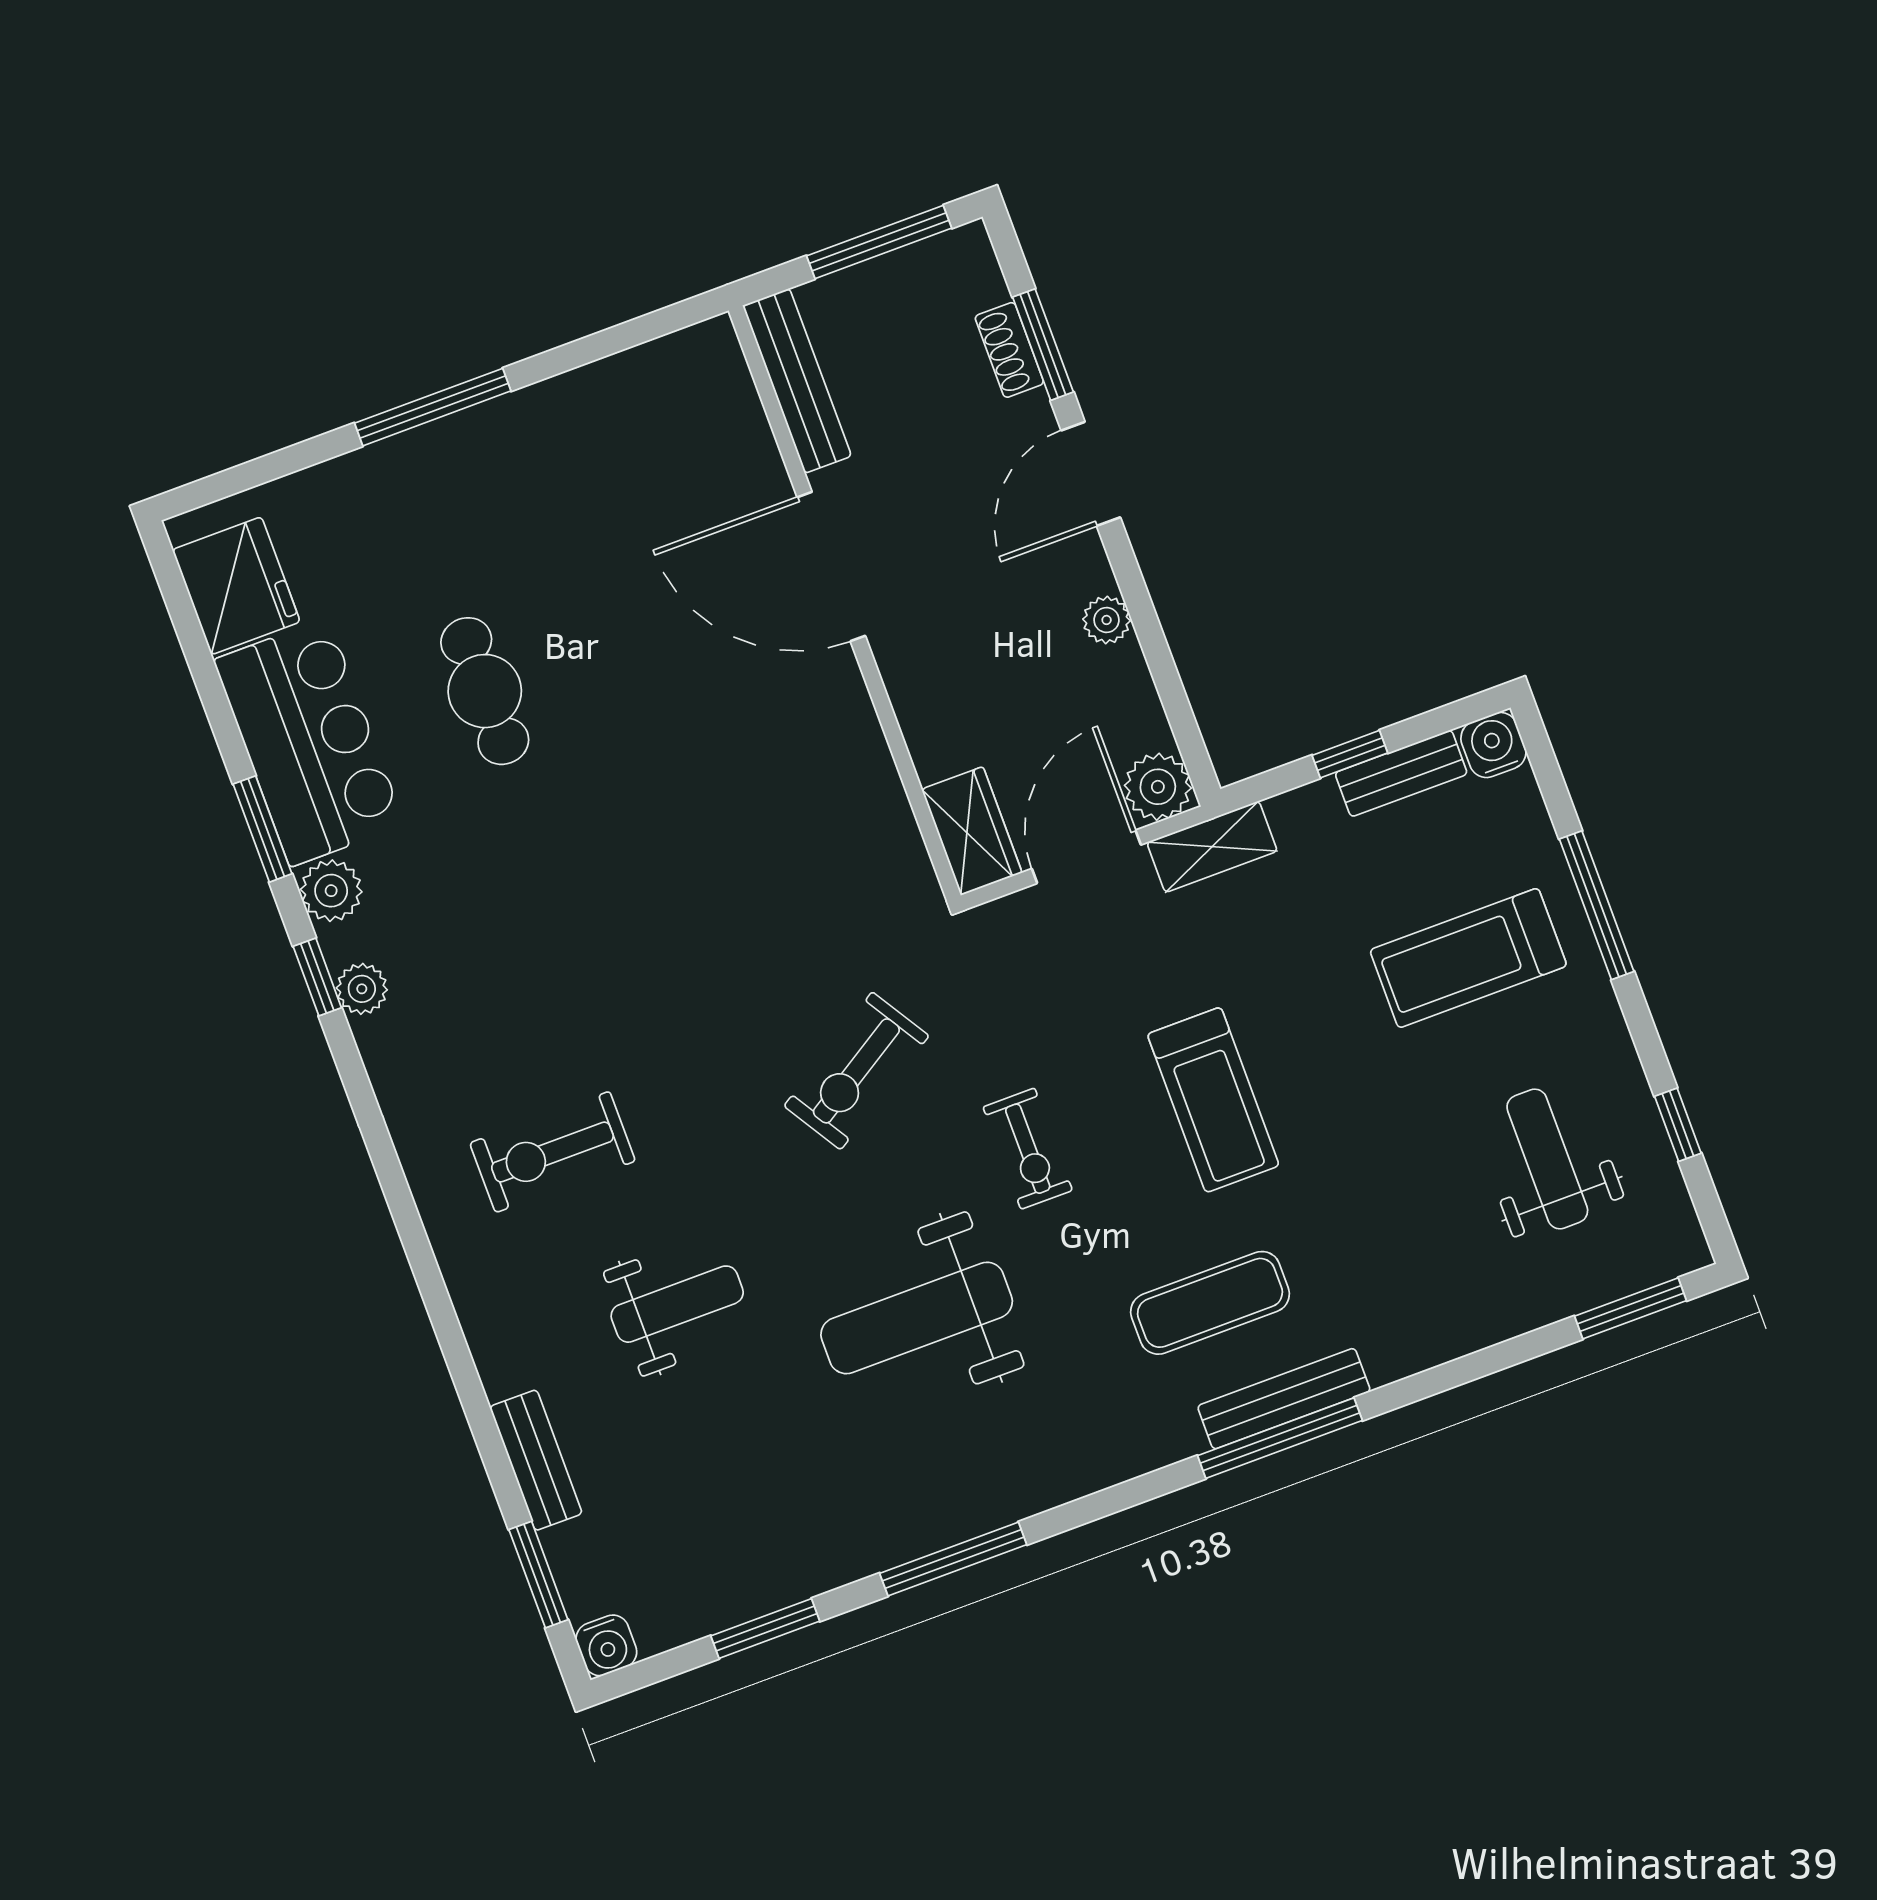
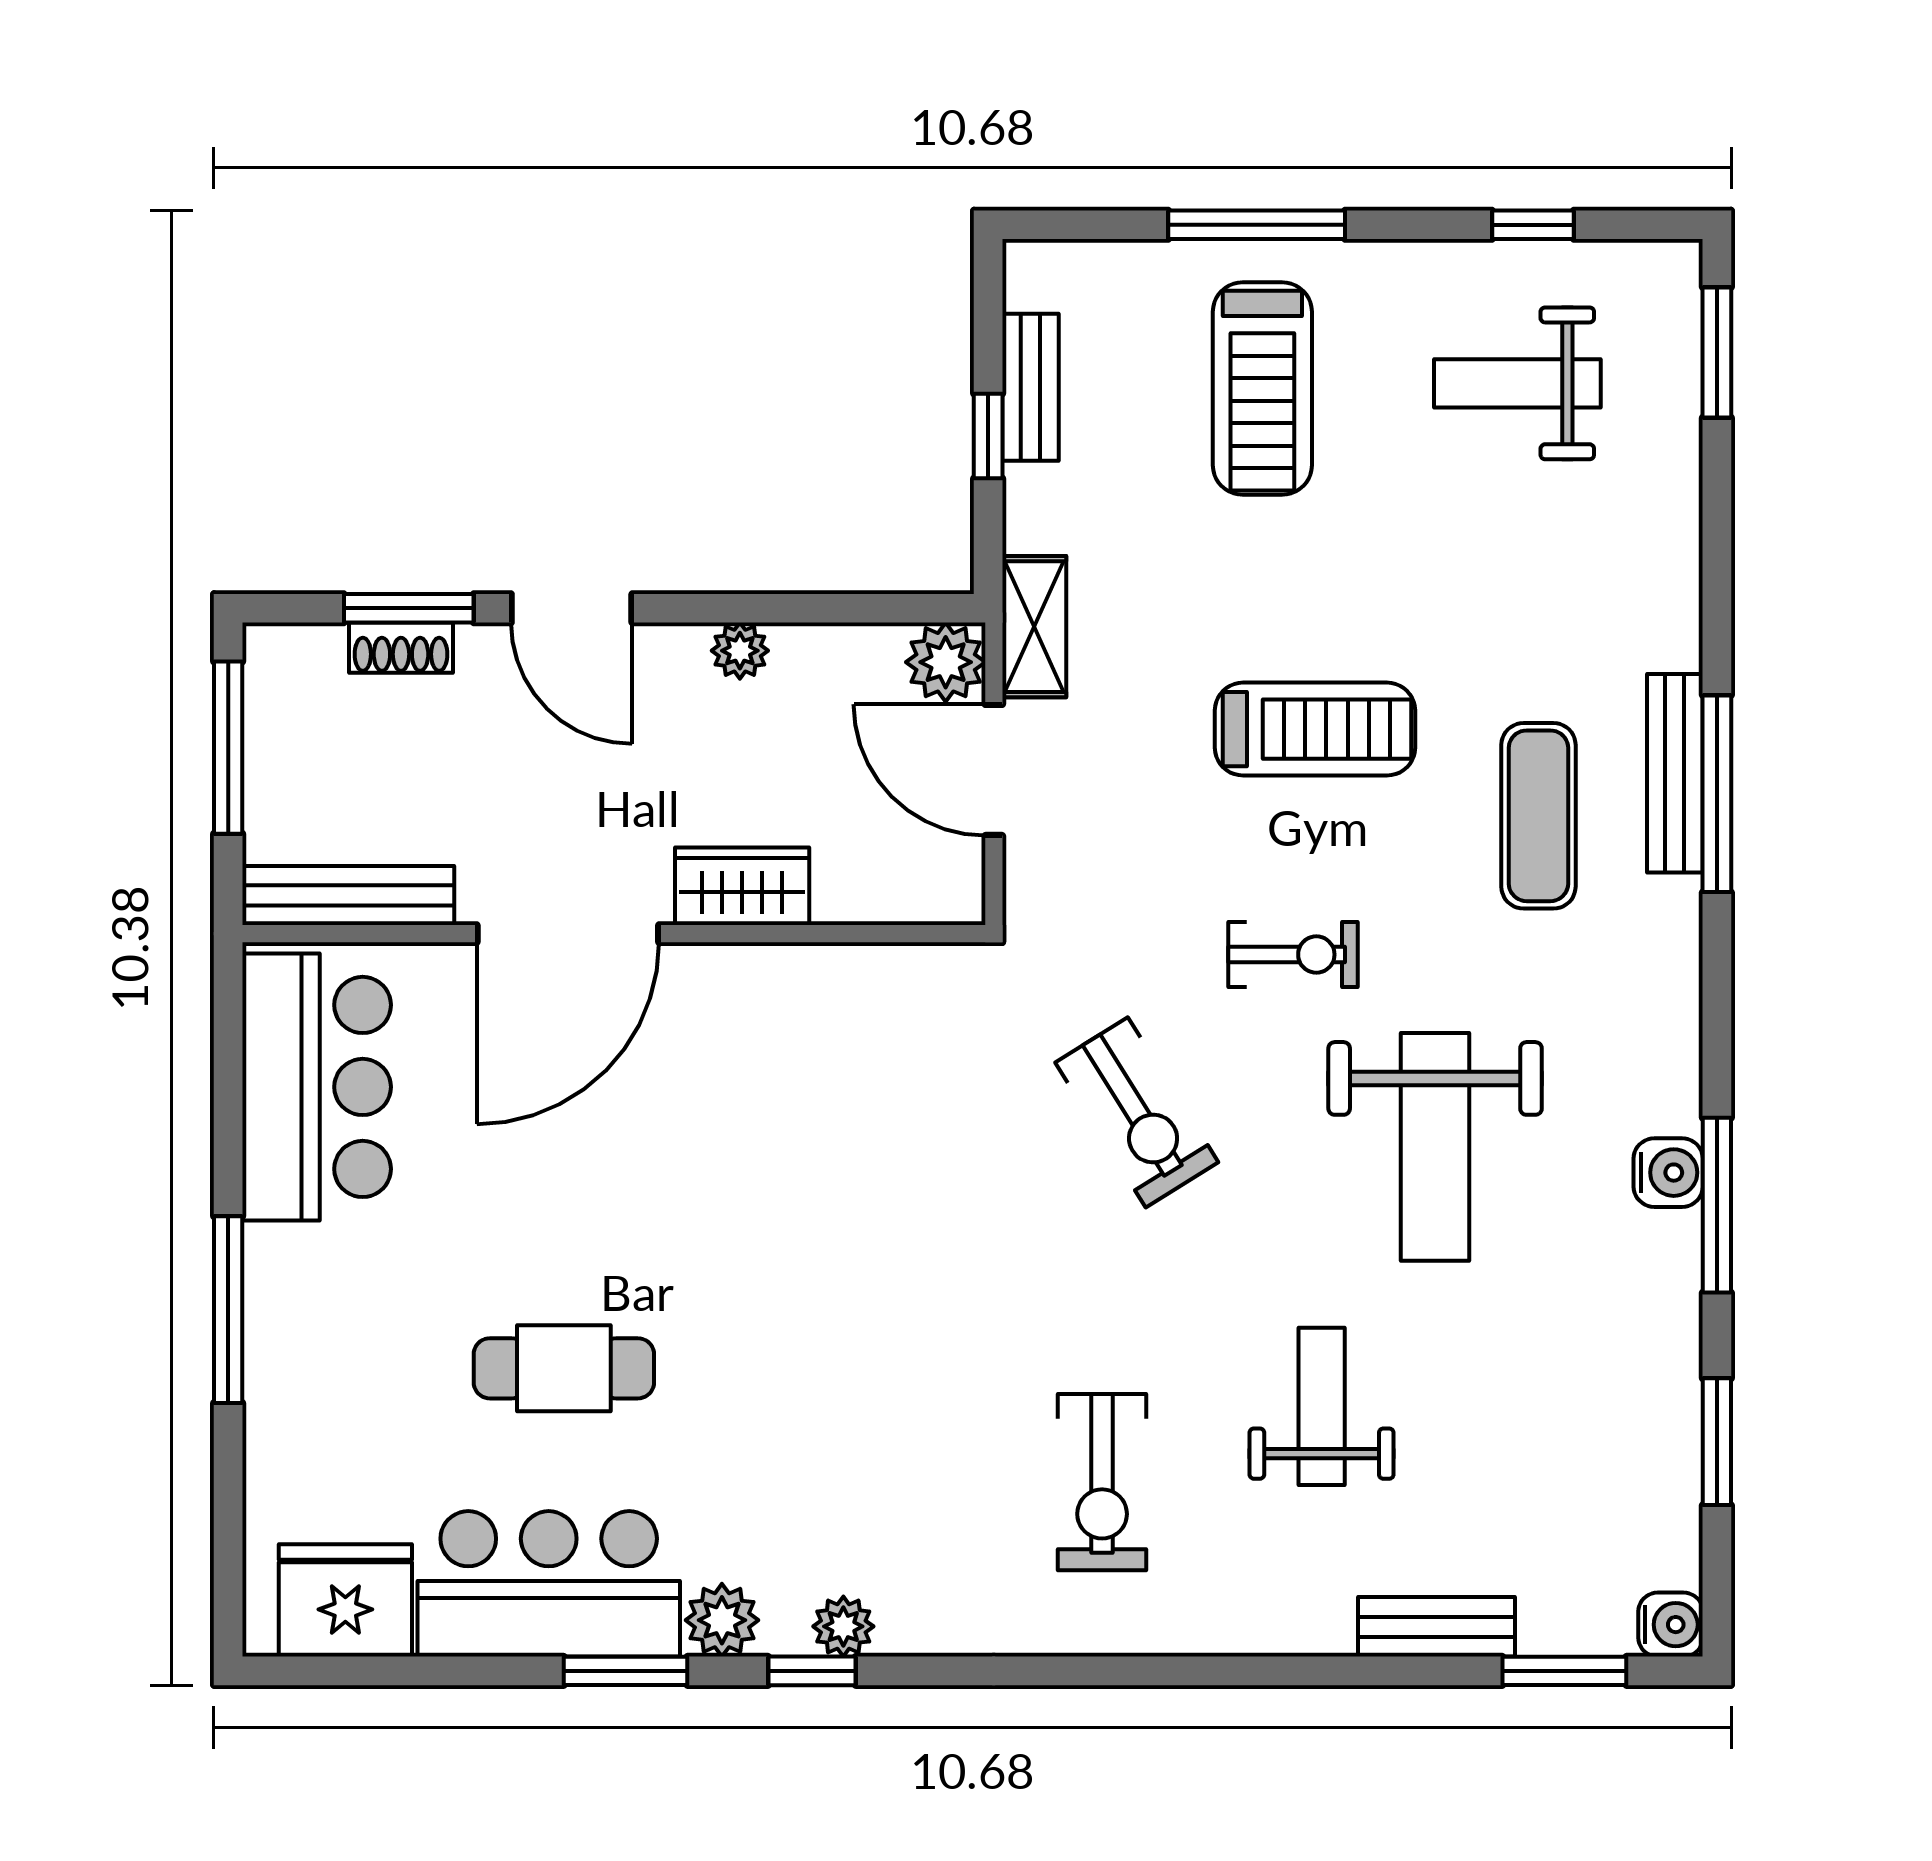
bar counter: (636, 412) -> (317, 1087), added
water cooler: (1493, 745) -> (1668, 1173), moved, turned 180
wardrobe: (972, 831) -> (742, 886), moved

